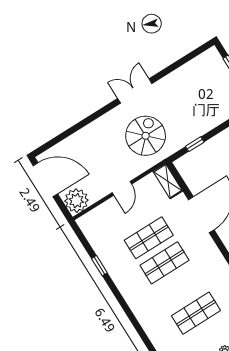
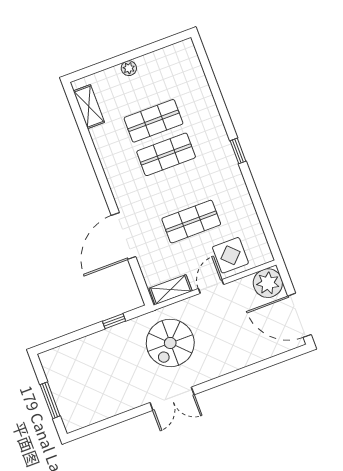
shelving: (168, 181) -> (171, 290), moved, turned 90
display table: (111, 217) -> (230, 255), added
shop shelf: (165, 263) -> (166, 154), moved
window: (99, 266) -> (238, 151), moved

